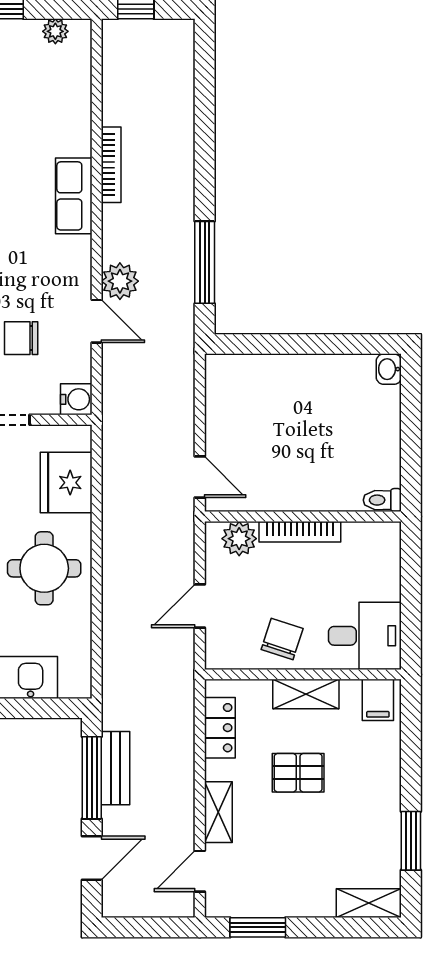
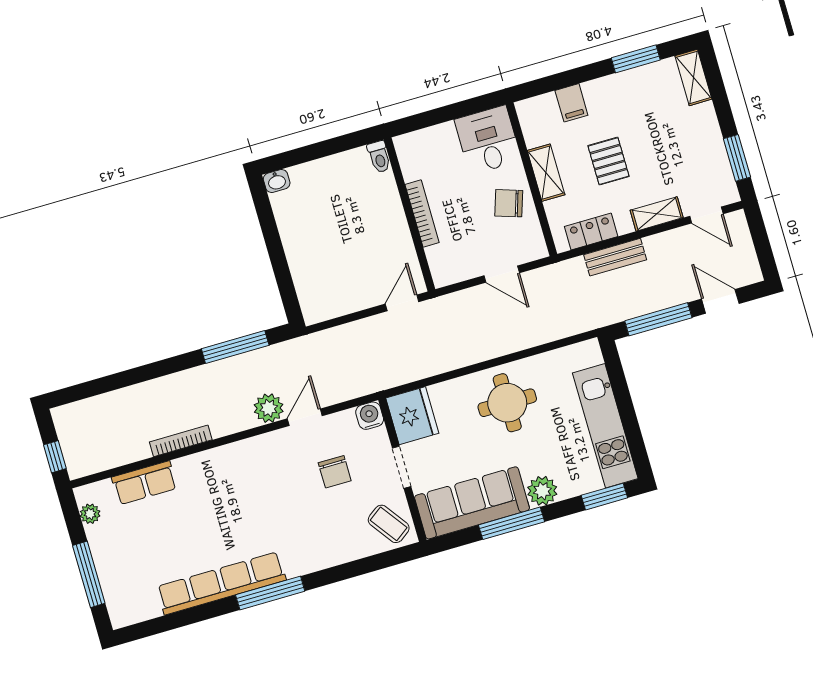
row of seats: (74, 196) -> (144, 483), moved
fridge: (66, 483) -> (412, 416), moved, turned -90
plant: (239, 539) -> (441, 259), removed
filing cabinet: (378, 700) -> (571, 103), moved, turned 90
bench: (116, 768) -> (615, 257), moved

